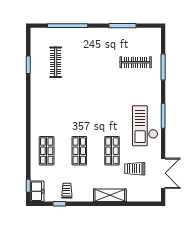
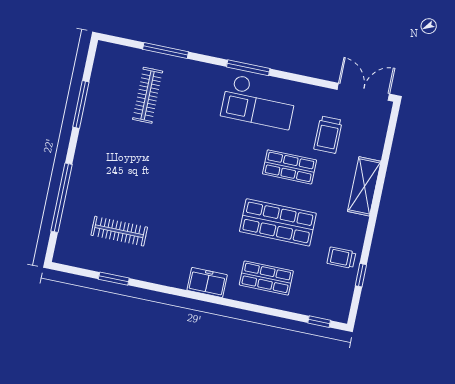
shop shelf: (79, 151) -> (278, 222), width x1.43, depth x1.36
double door: (163, 173) -> (363, 92), moved
freezer: (37, 191) -> (207, 282), moved

